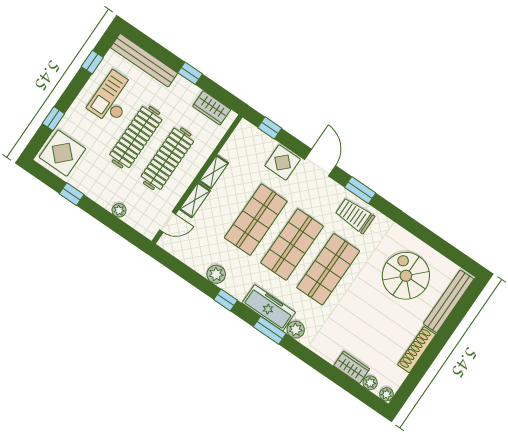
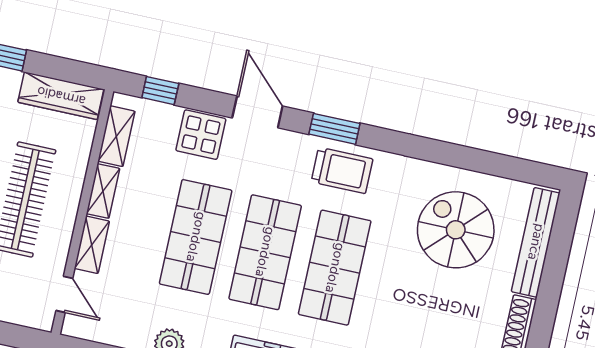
wardrobe: (212, 108) -> (61, 96), width x1.50
shelving: (234, 144) -> (116, 136), added
trolley: (355, 216) -> (342, 170), turned 180
door: (168, 222) -> (64, 294), hinge flipped

